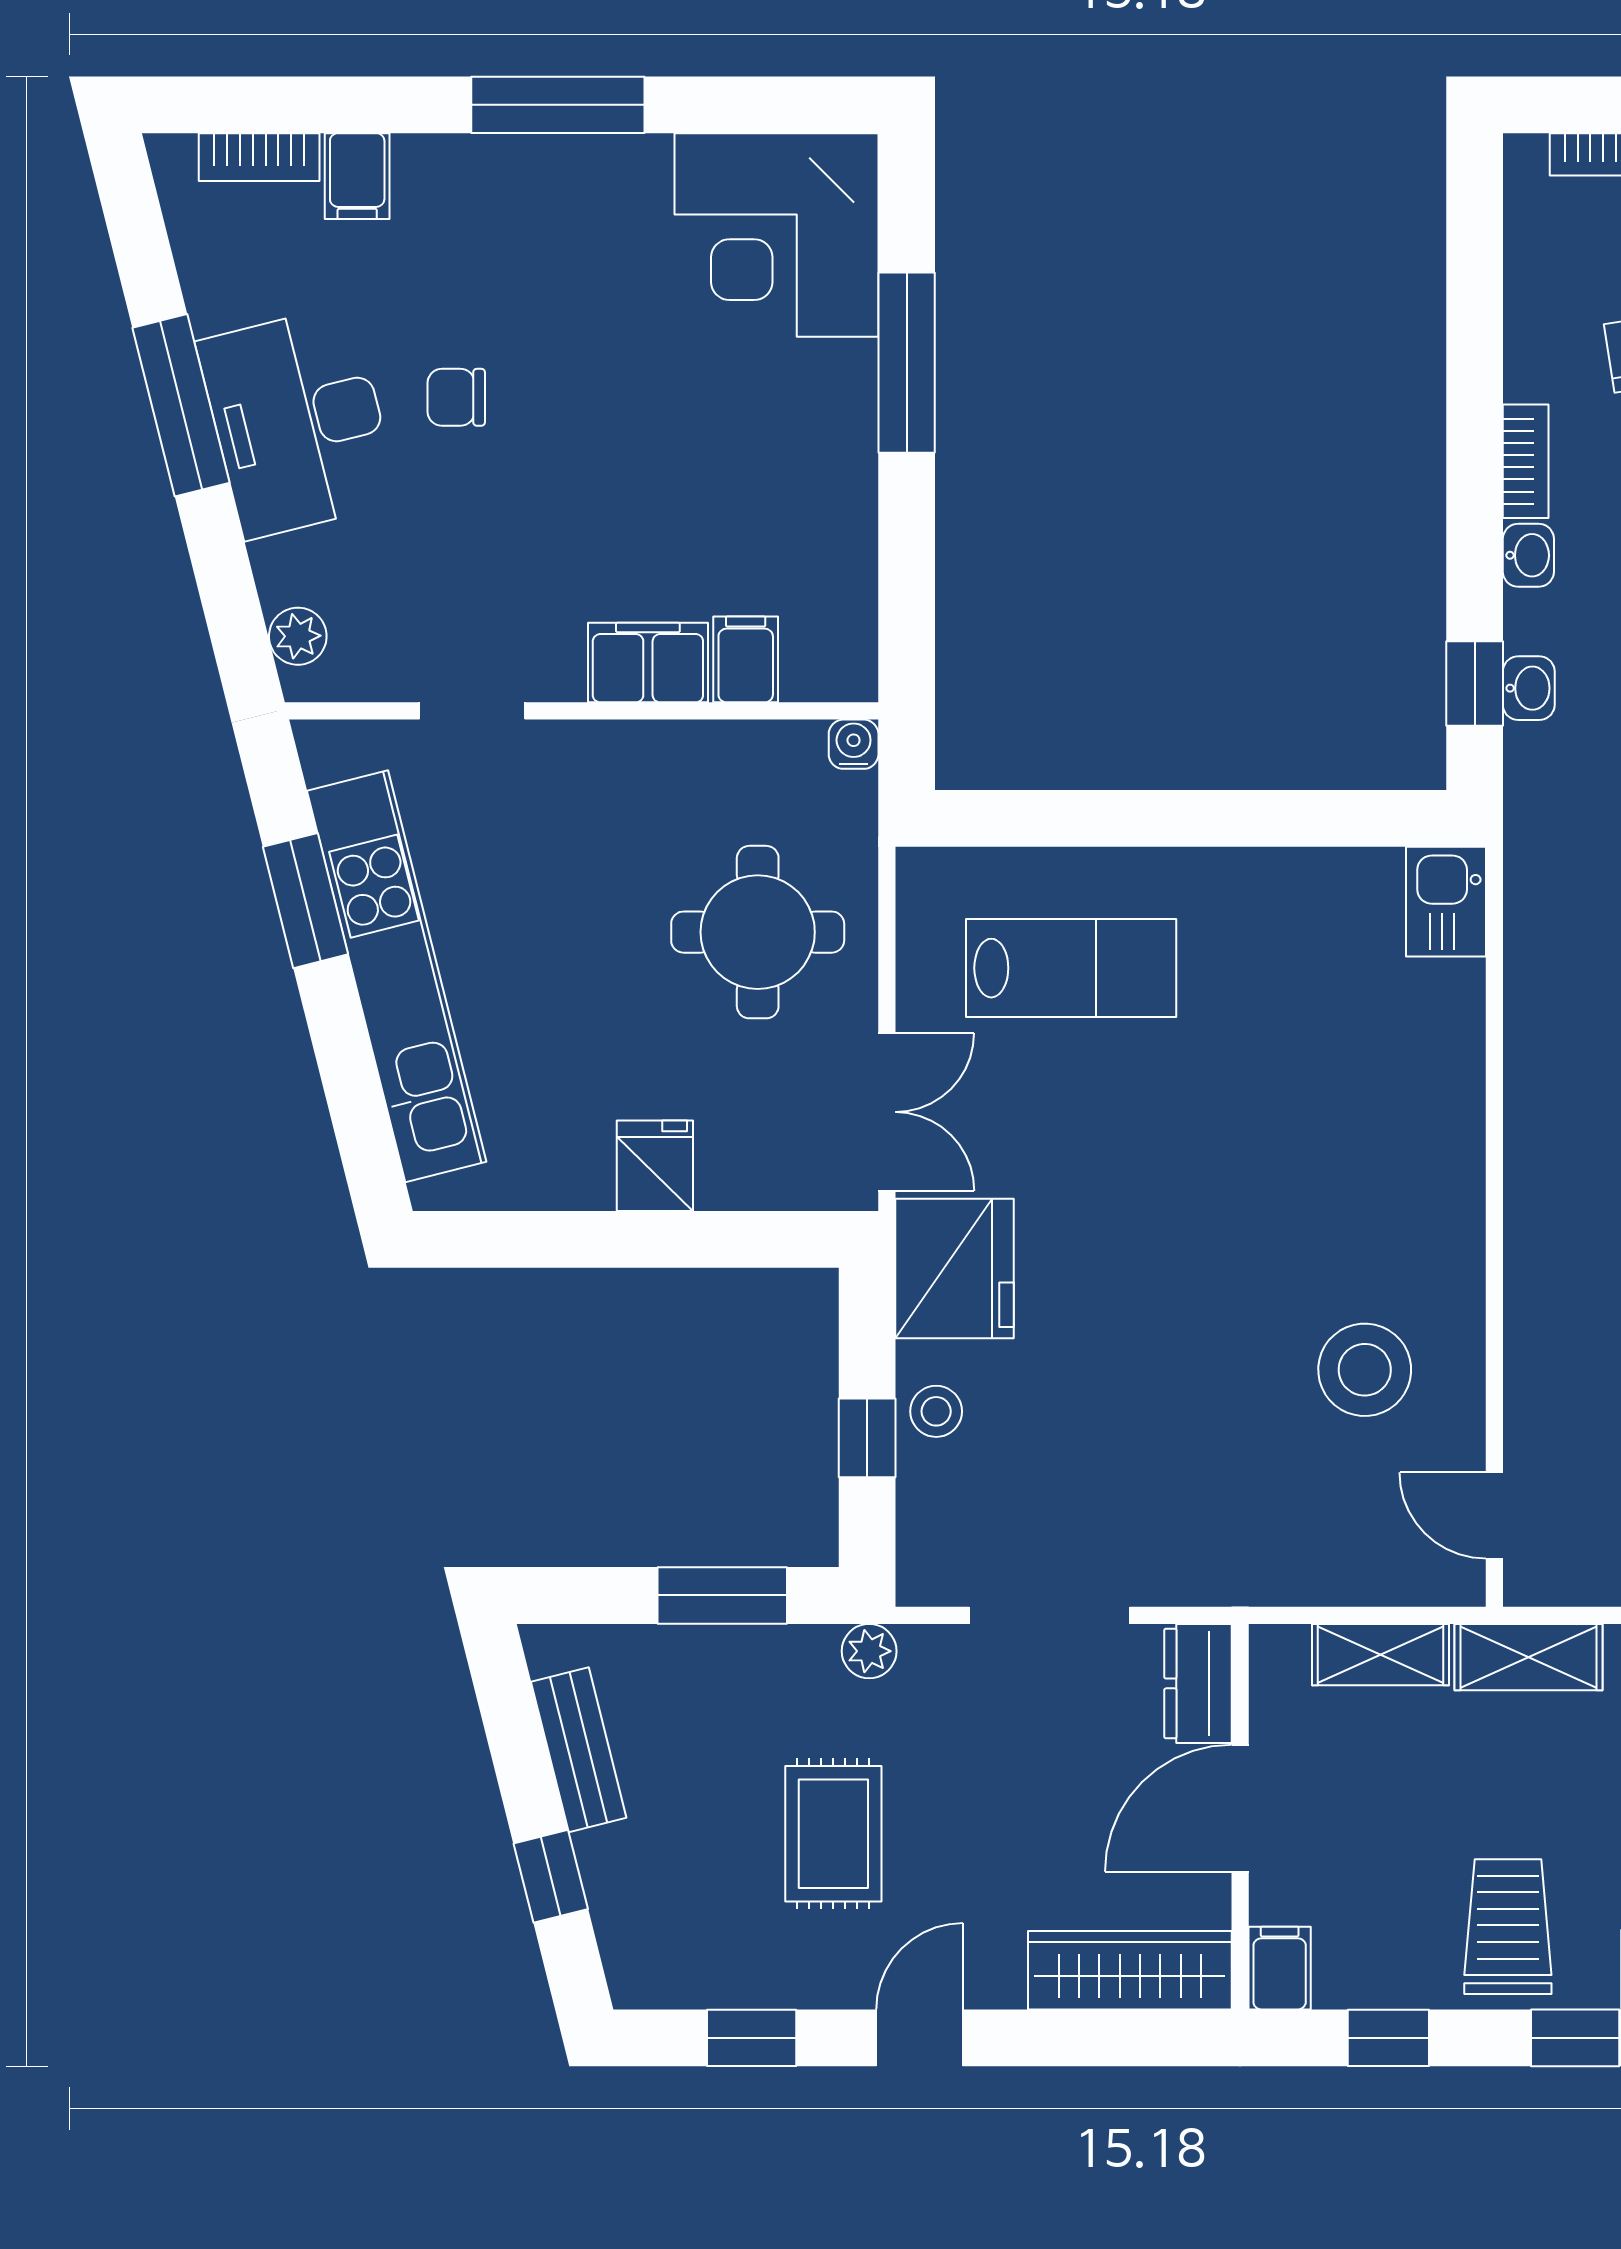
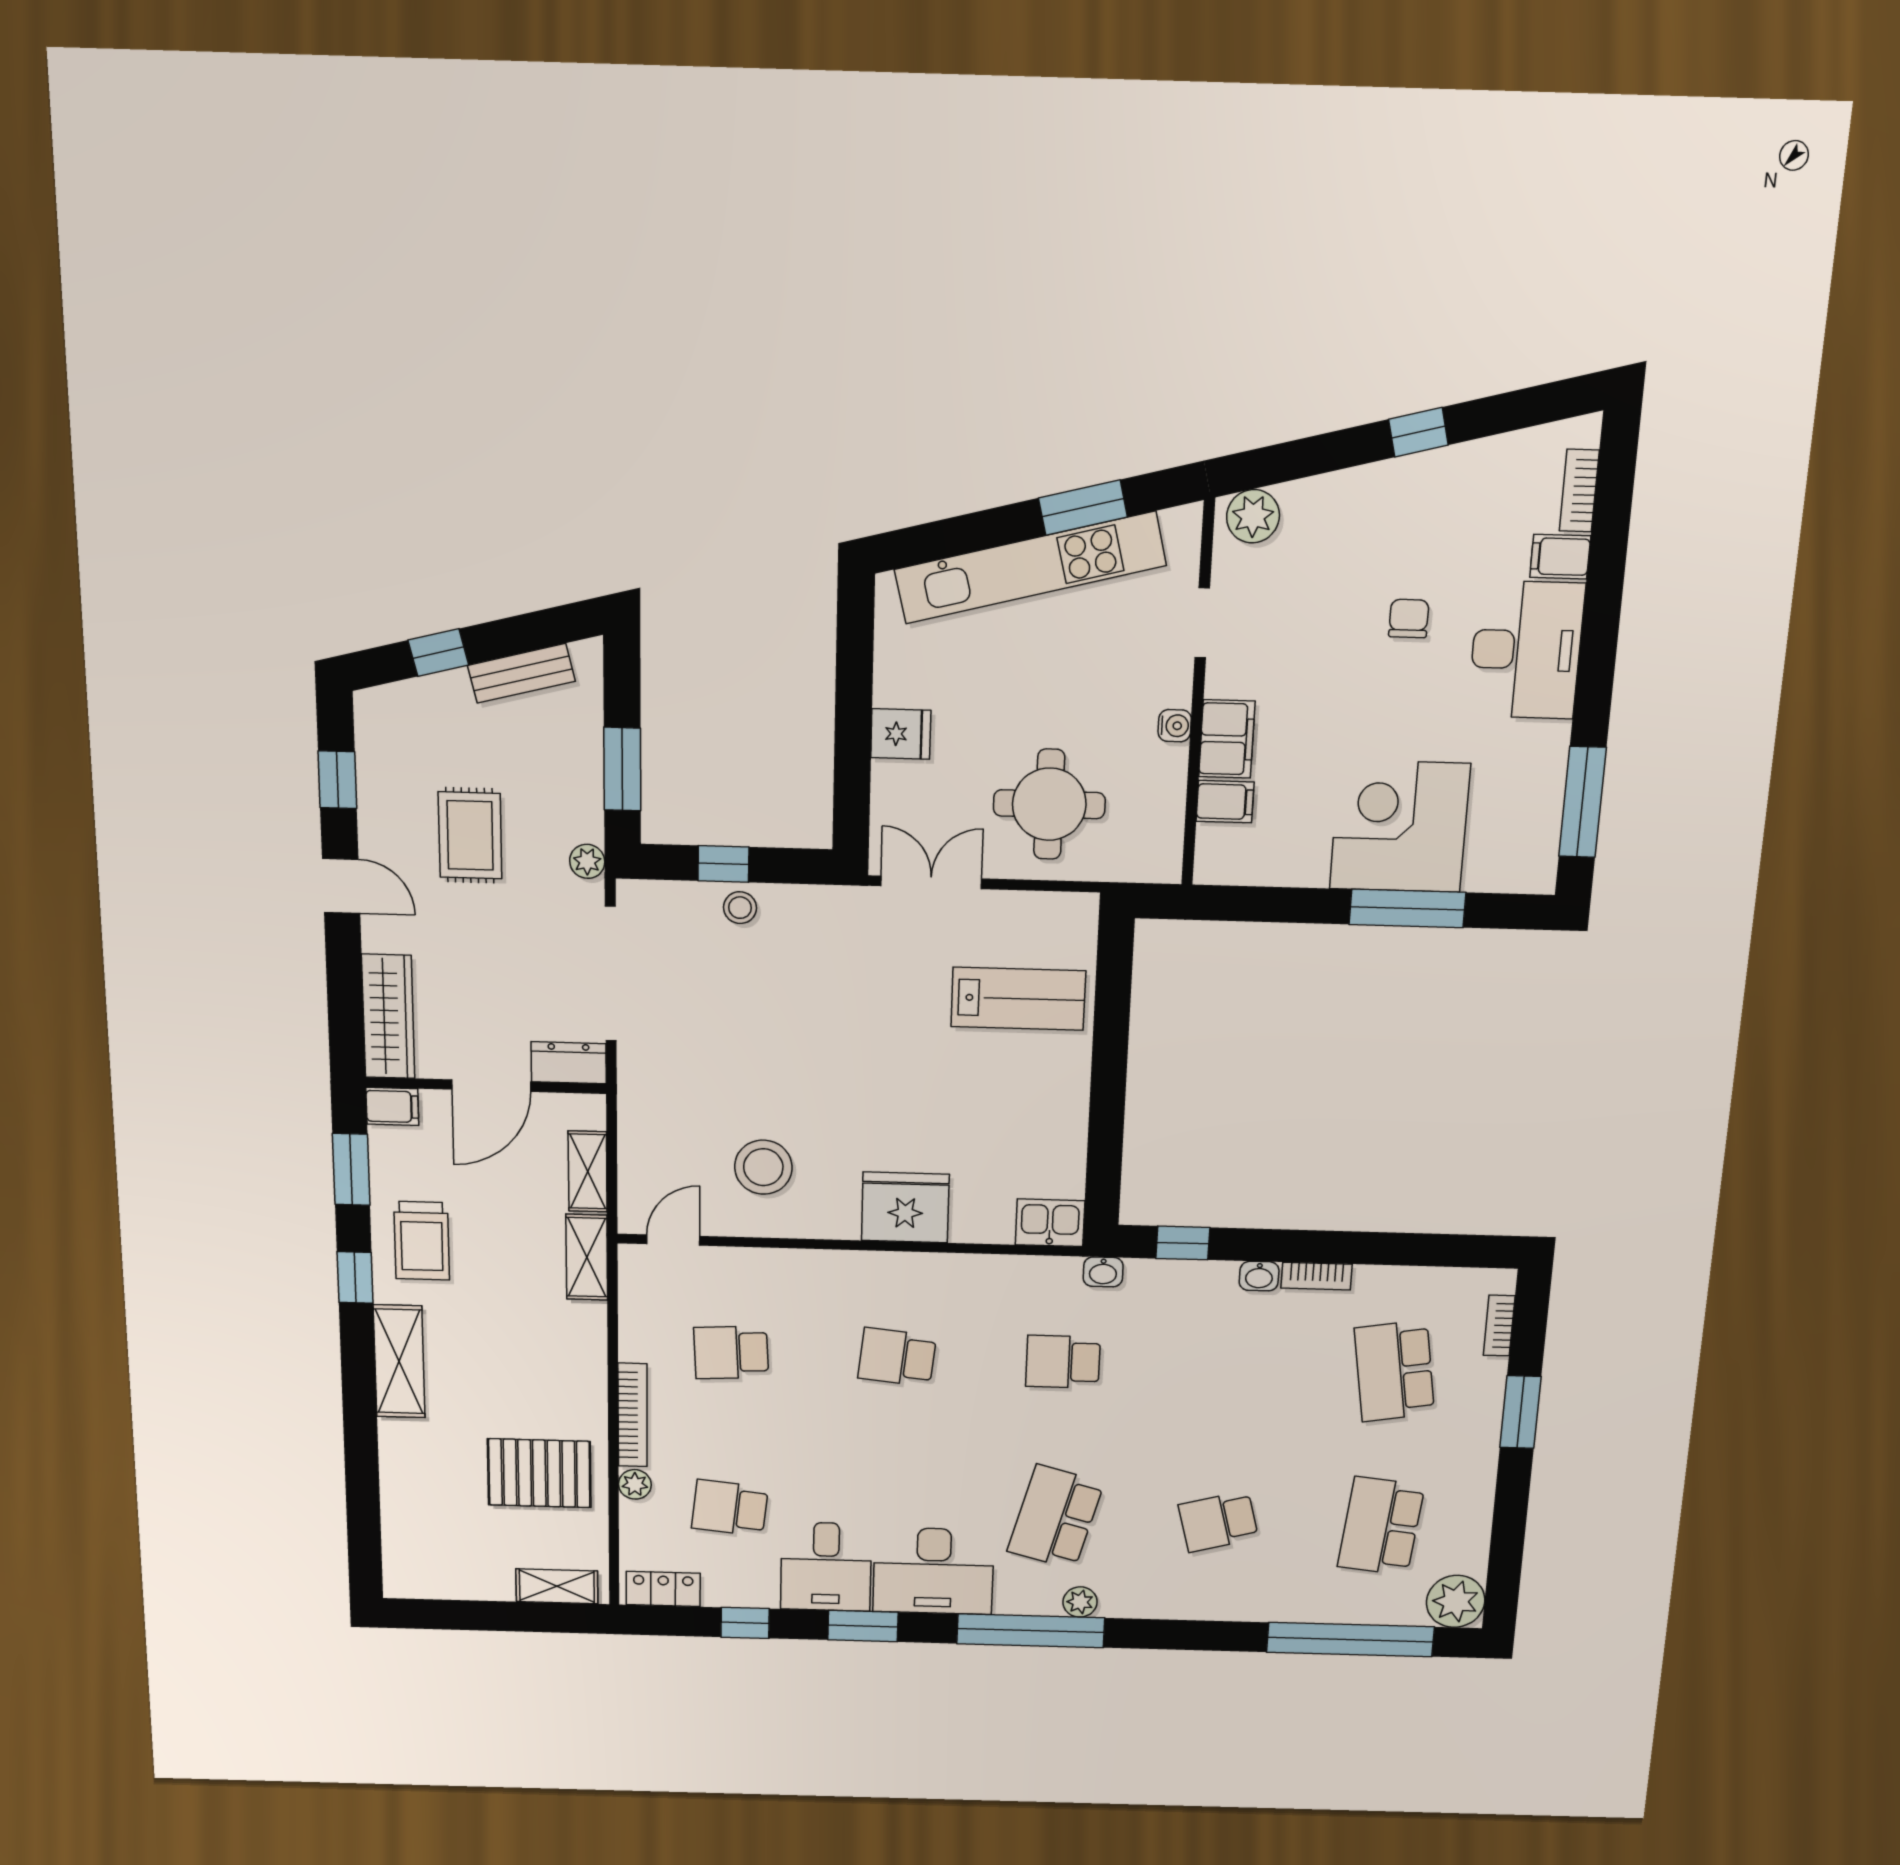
window: (558, 105) -> (1582, 802), moved
corner desk: (776, 235) -> (1400, 826), moved
window: (181, 405) -> (1418, 432), width x0.46
desk: (298, 422) -> (1526, 650), moved, turned 104
plant: (298, 636) -> (1253, 516), width x1.38, depth x1.38
washbasin: (1529, 688) -> (1103, 1272), moved
water cooler: (854, 744) -> (1175, 726), moved
lab bench: (1071, 968) -> (1018, 999), turned -90
double door: (887, 1112) -> (931, 882), swing flipped
fridge: (954, 1269) -> (905, 1207), moved, turned 180
doorway: (1049, 1615) -> (611, 974), width x1.36
door: (1240, 1808) -> (491, 1086), swing flipped
rug: (833, 1834) -> (470, 835), turned 90
trolley: (1508, 1927) -> (422, 1241), turned 90
window: (1388, 2038) -> (351, 1169), width x1.50

